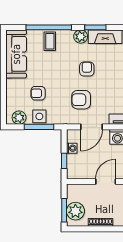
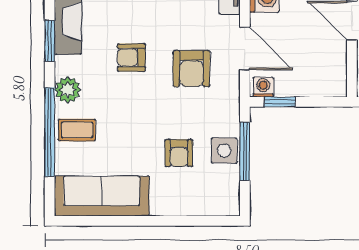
plant: (81, 37) -> (68, 90), moved
plant: (19, 118) -> (227, 190), removed
washing machine: (72, 148) -> (263, 87), moved
window: (64, 161) -> (280, 102), moved

